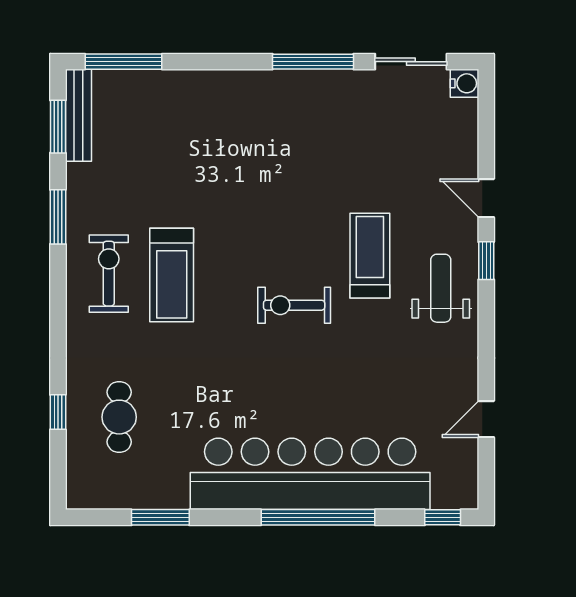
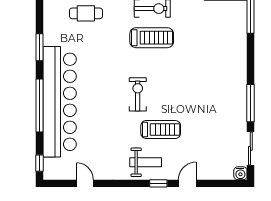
treadmill: (172, 275) -> (152, 38), turned 180
window: (160, 517) -> (40, 47), moved

